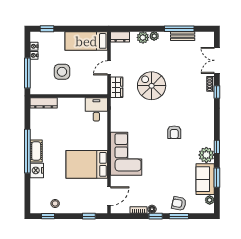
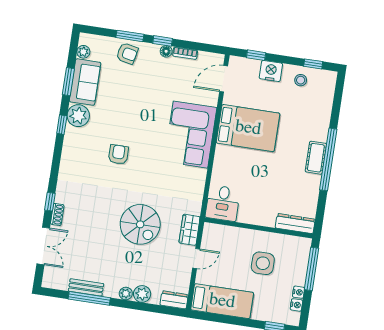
nightstand: (37, 170) -> (271, 71), moved, turned -90

